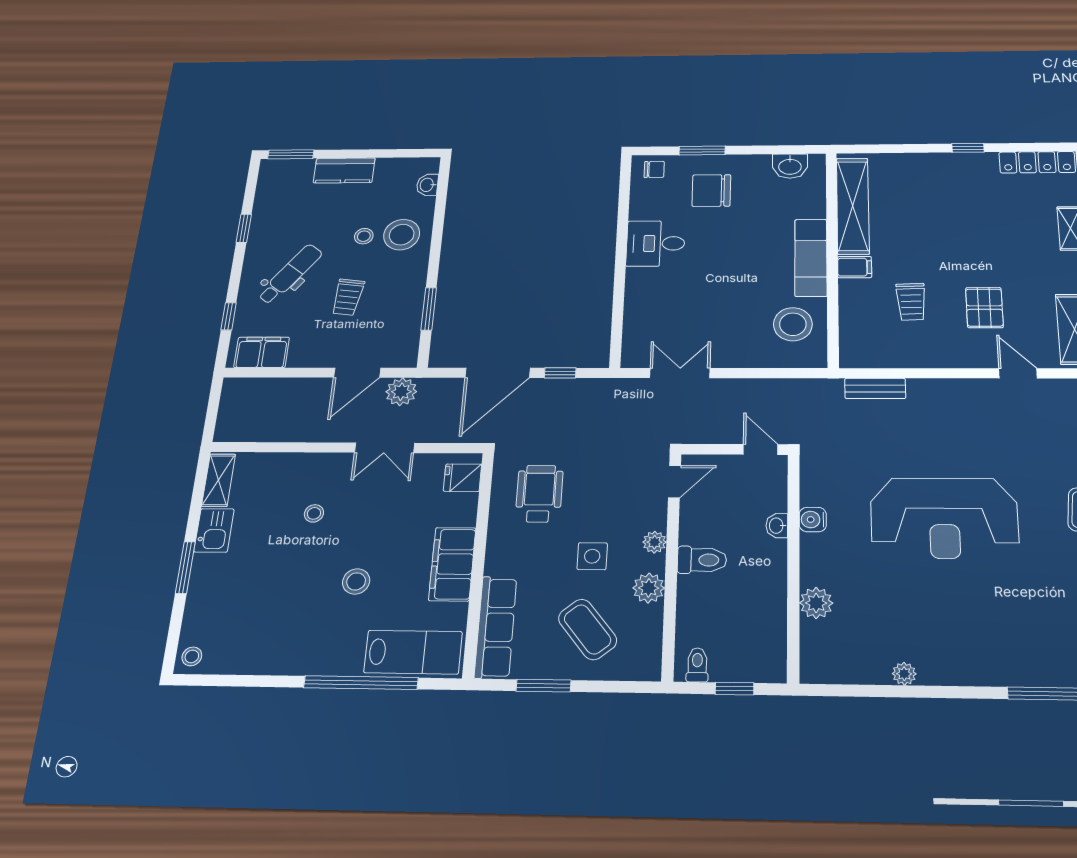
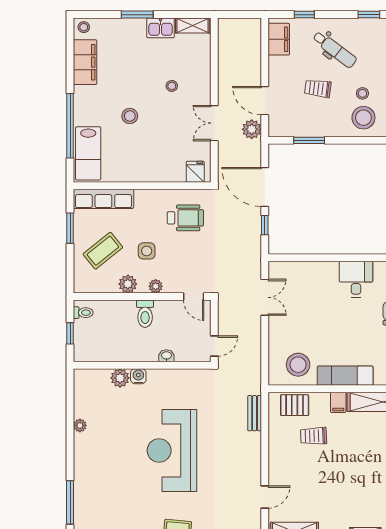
pallet: (984, 308) -> (295, 405), moved
water cooler: (813, 520) -> (138, 376), moved
filing cabinet: (452, 564) -> (85, 62), moved, turned 90

